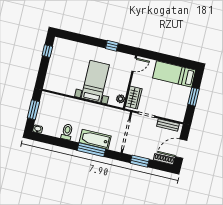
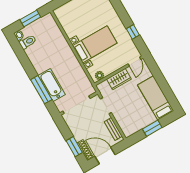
door: (134, 65) -> (134, 62), hinge flipped
wardrobe: (134, 98) -> (119, 79), moved
toilet: (67, 132) -> (28, 42), moved
window: (140, 161) -> (74, 147), moved

